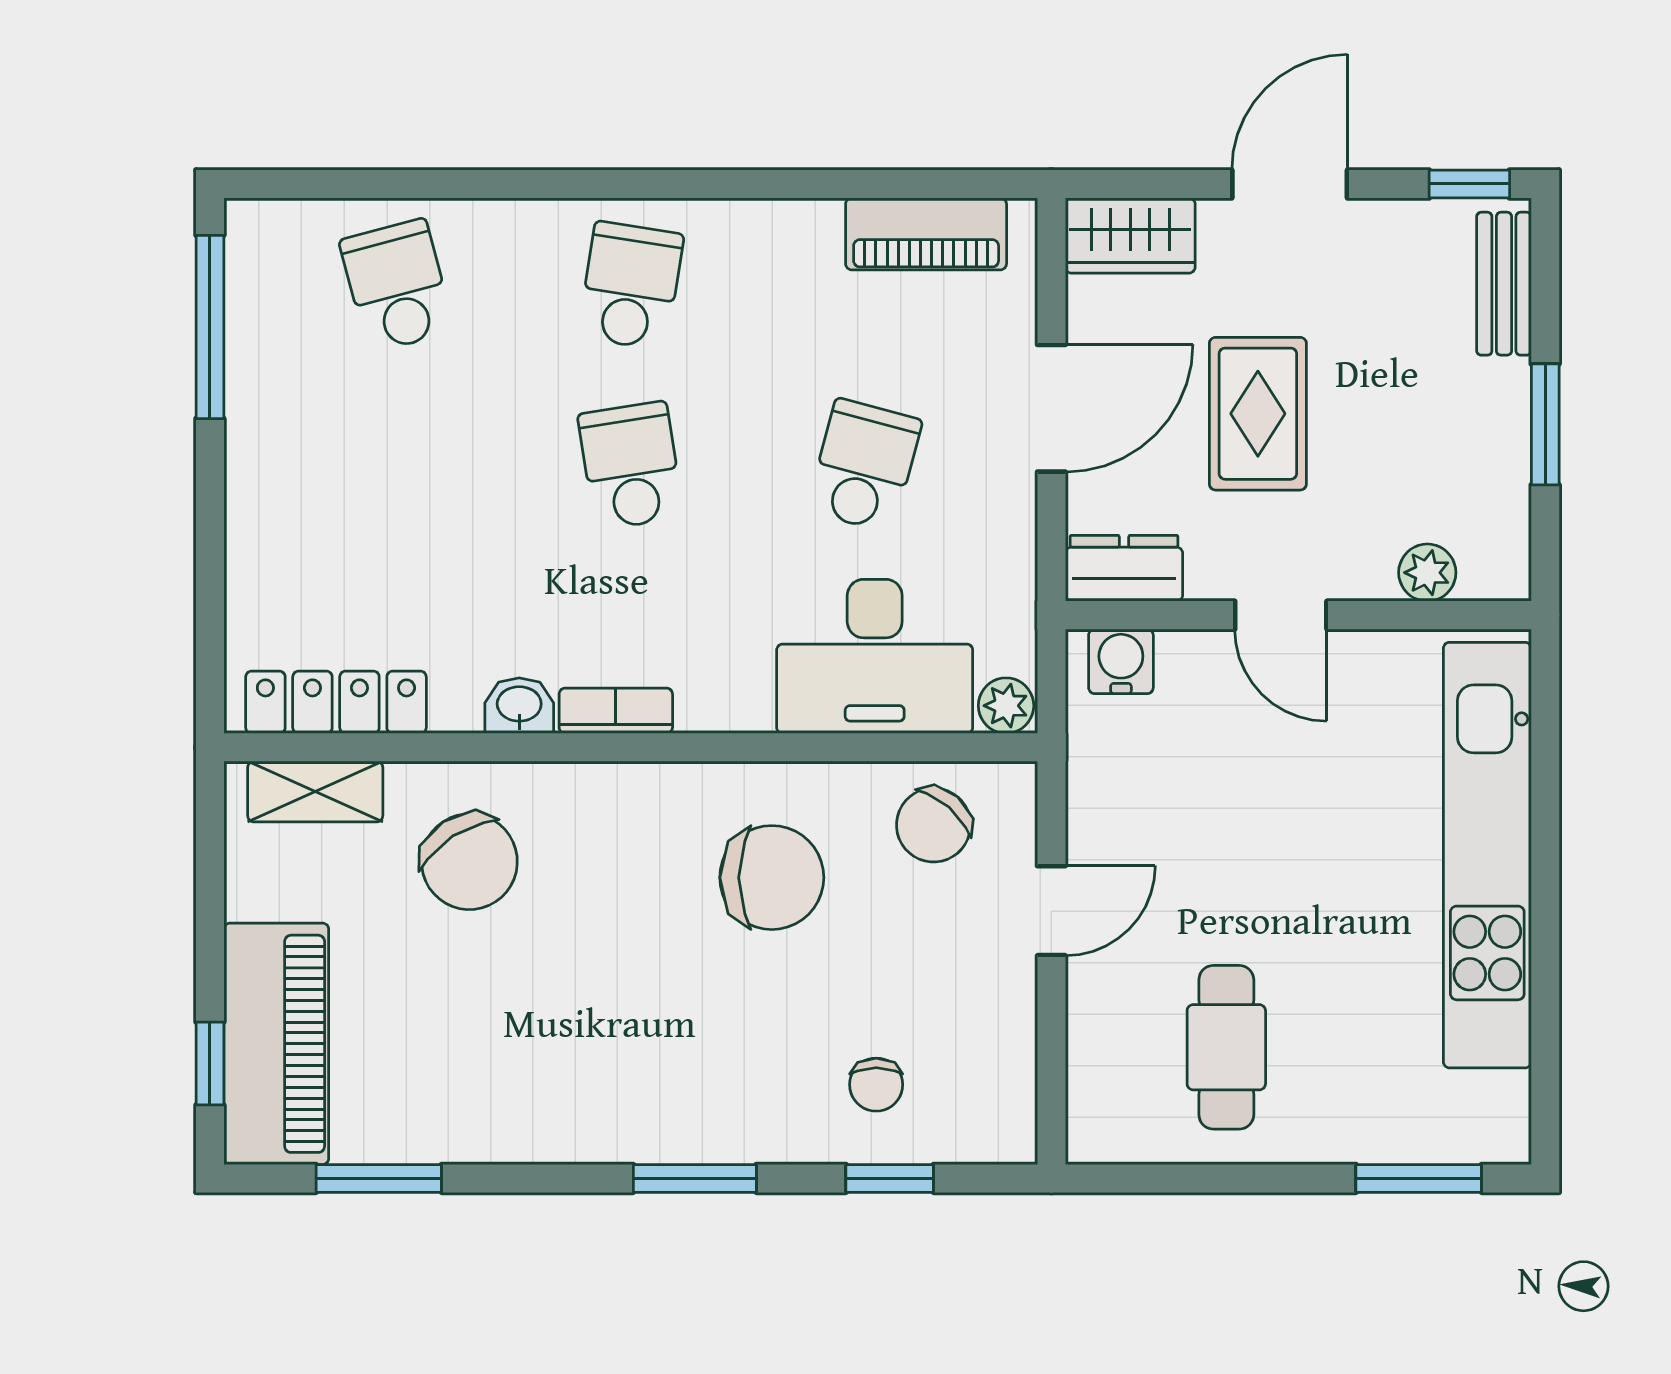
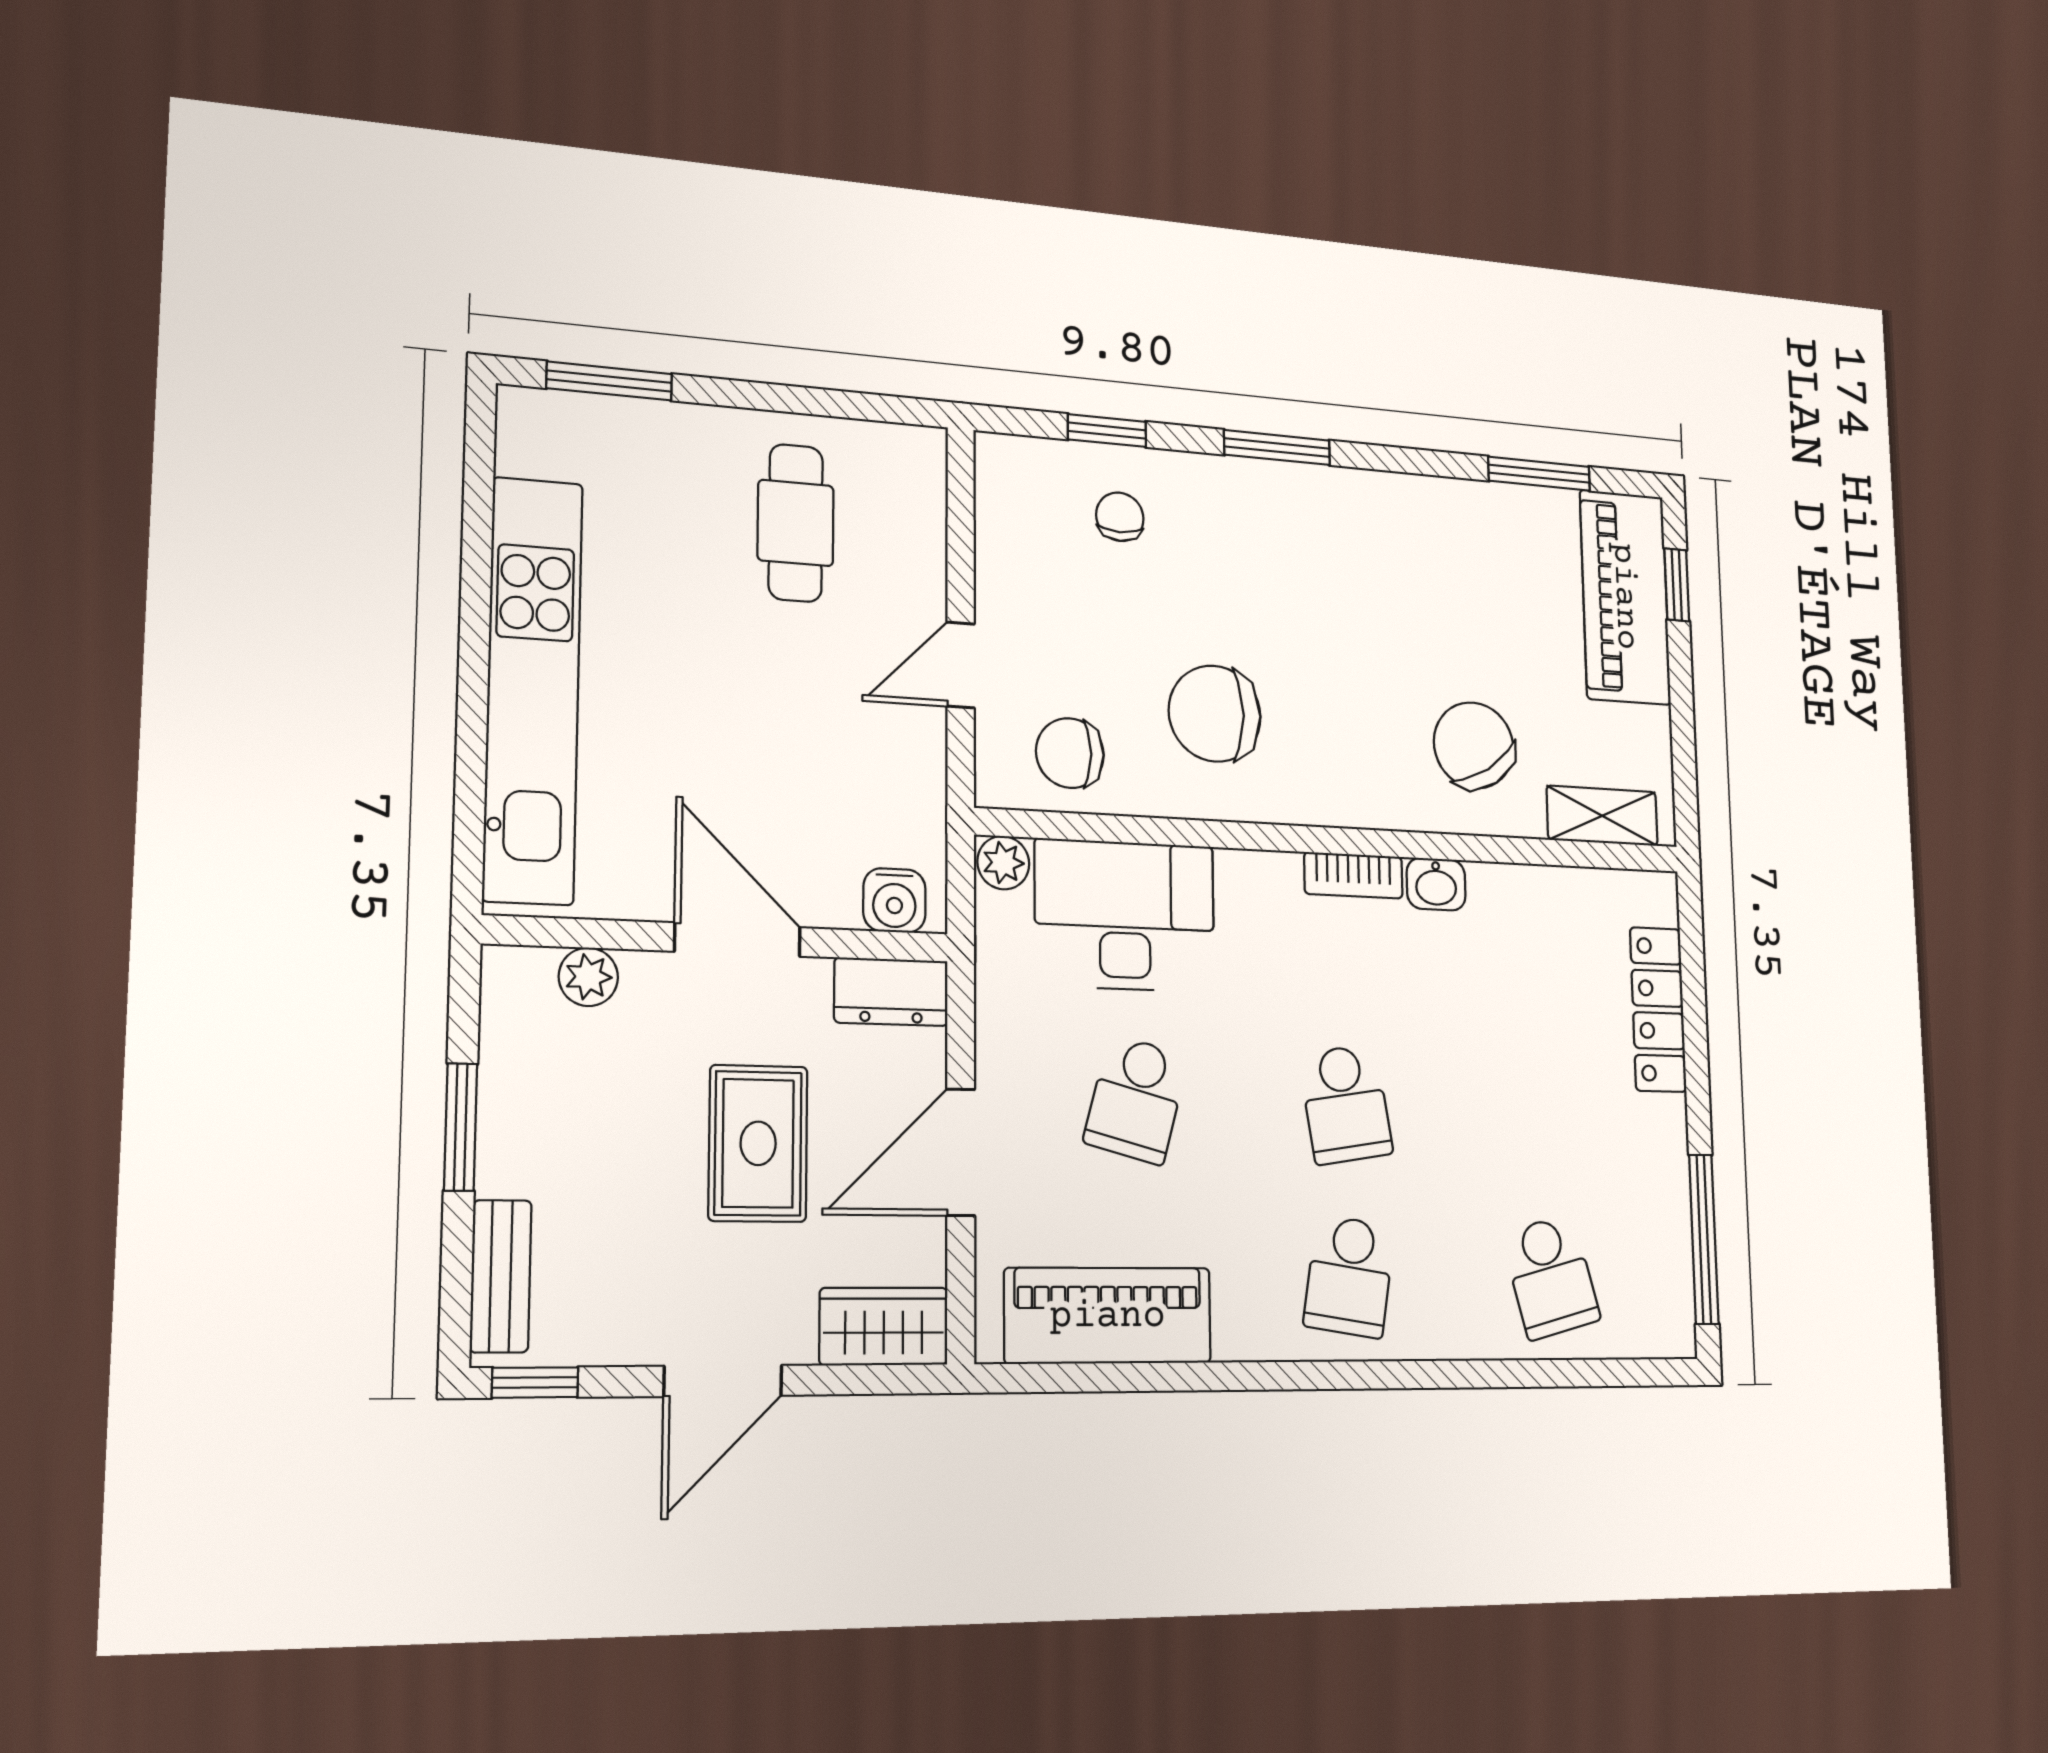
piano: (926, 234) -> (1108, 1316), width x1.37, depth x1.33
door: (1281, 615) -> (738, 939), width x1.38
locker: (336, 702) -> (1658, 1010), moved, turned 90
chair: (934, 825) -> (1070, 753), turned -131

